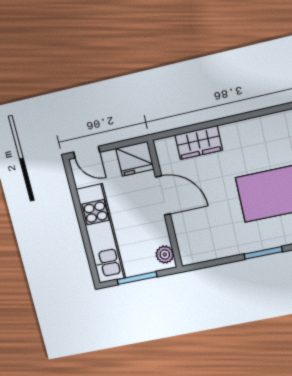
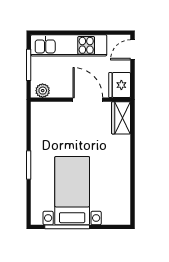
wardrobe: (199, 143) -> (121, 118), moved
door: (163, 195) -> (88, 100), swing flipped

